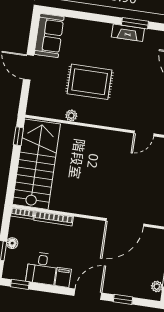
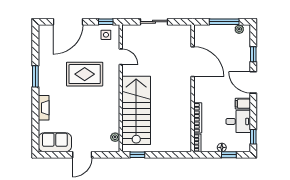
fireplace: (128, 33) -> (44, 108), moved
rug: (90, 82) -> (85, 74), moved, turned 90
plant: (71, 115) -> (115, 137), moved
stairs: (36, 164) -> (136, 110), moved, turned 90

